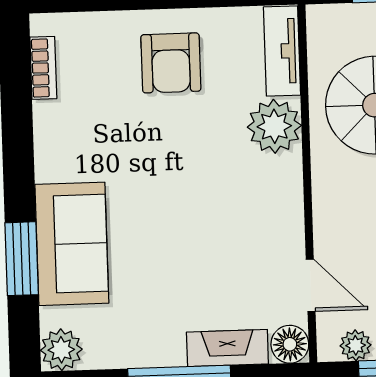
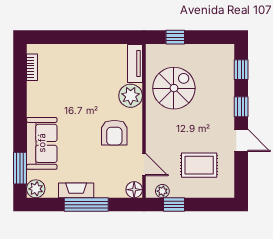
armchair: (171, 63) -> (114, 133), moved
window: (22, 259) -> (20, 168), moved
fireplace: (227, 348) -> (76, 190), moved

